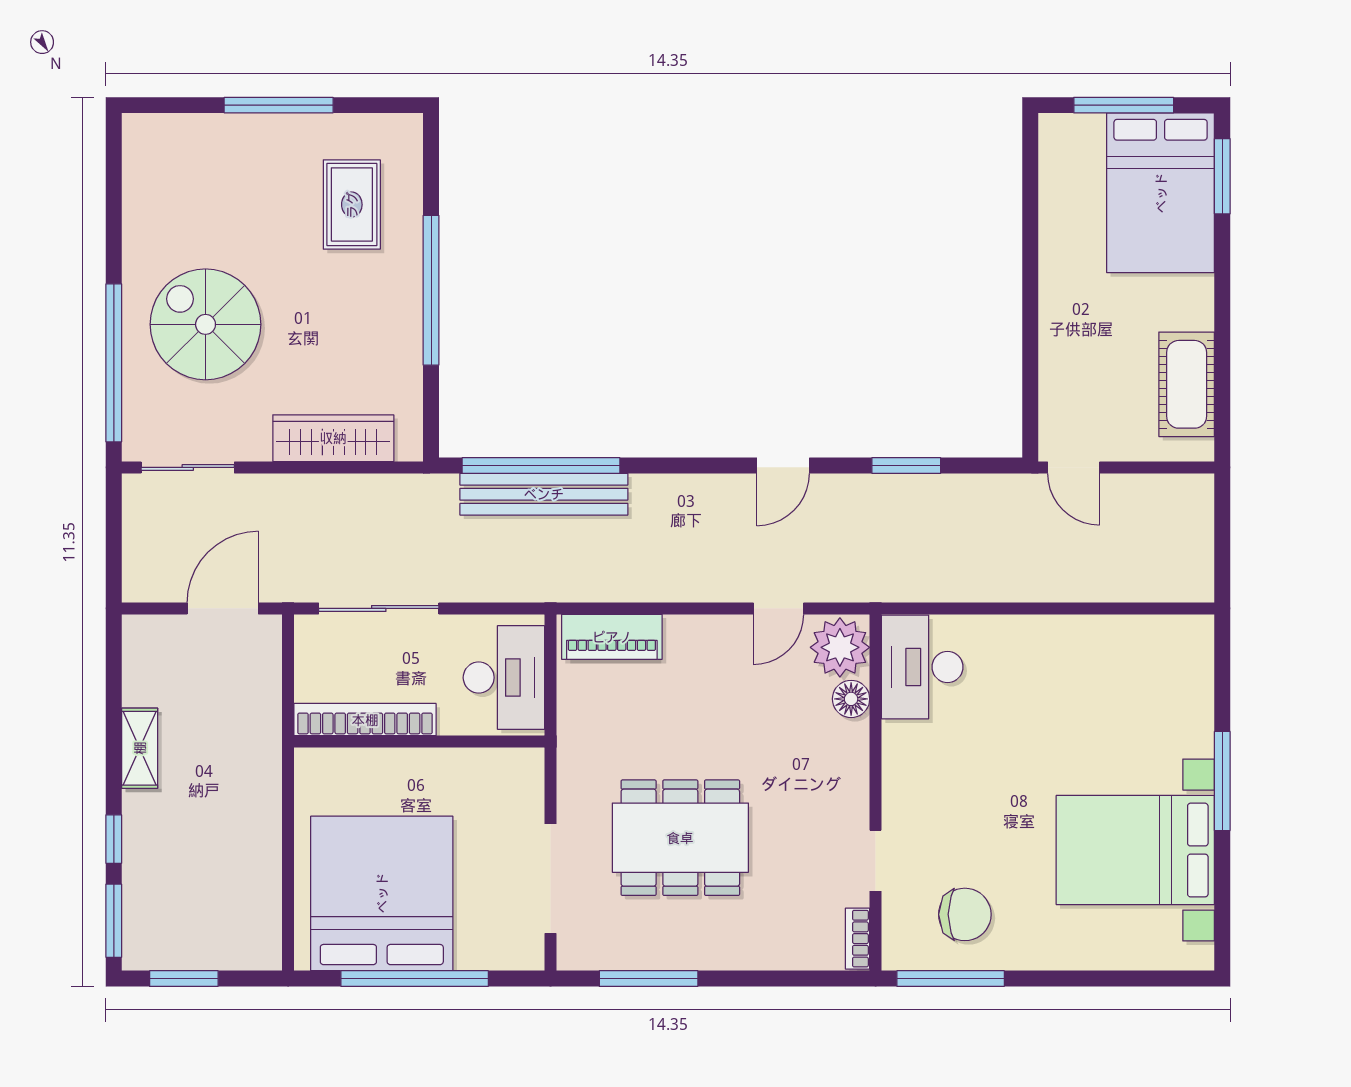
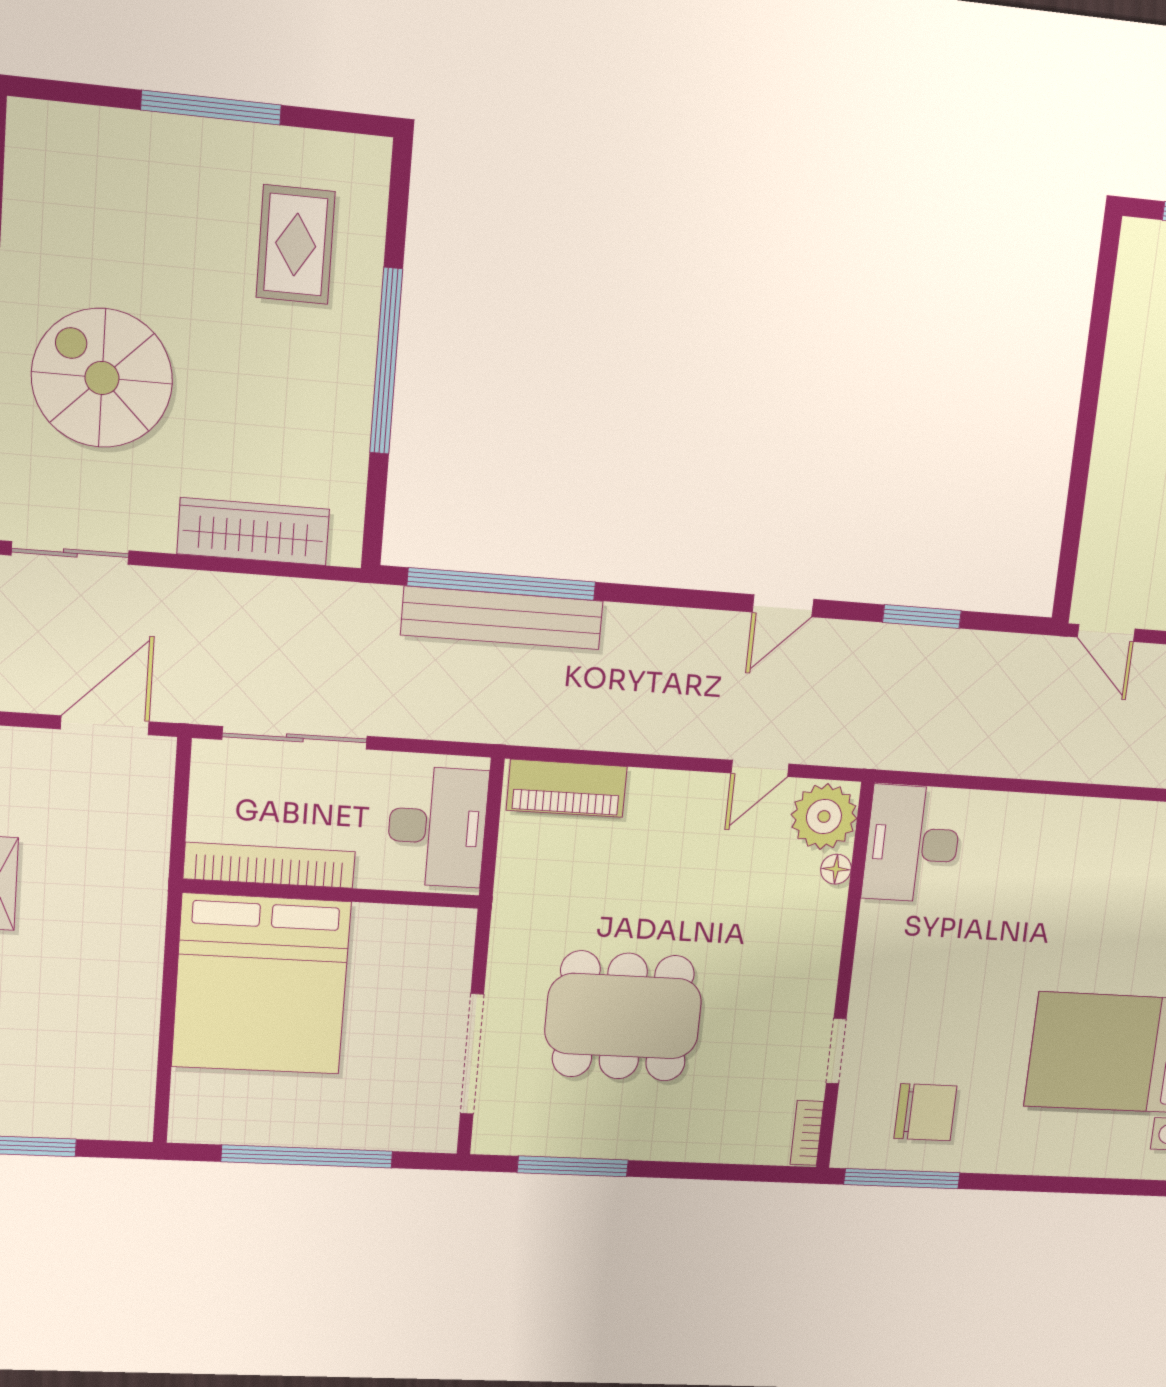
floor lamp: (851, 699) -> (836, 869), width x0.73, depth x0.73
bed: (382, 893) -> (261, 984), moved, turned 180

